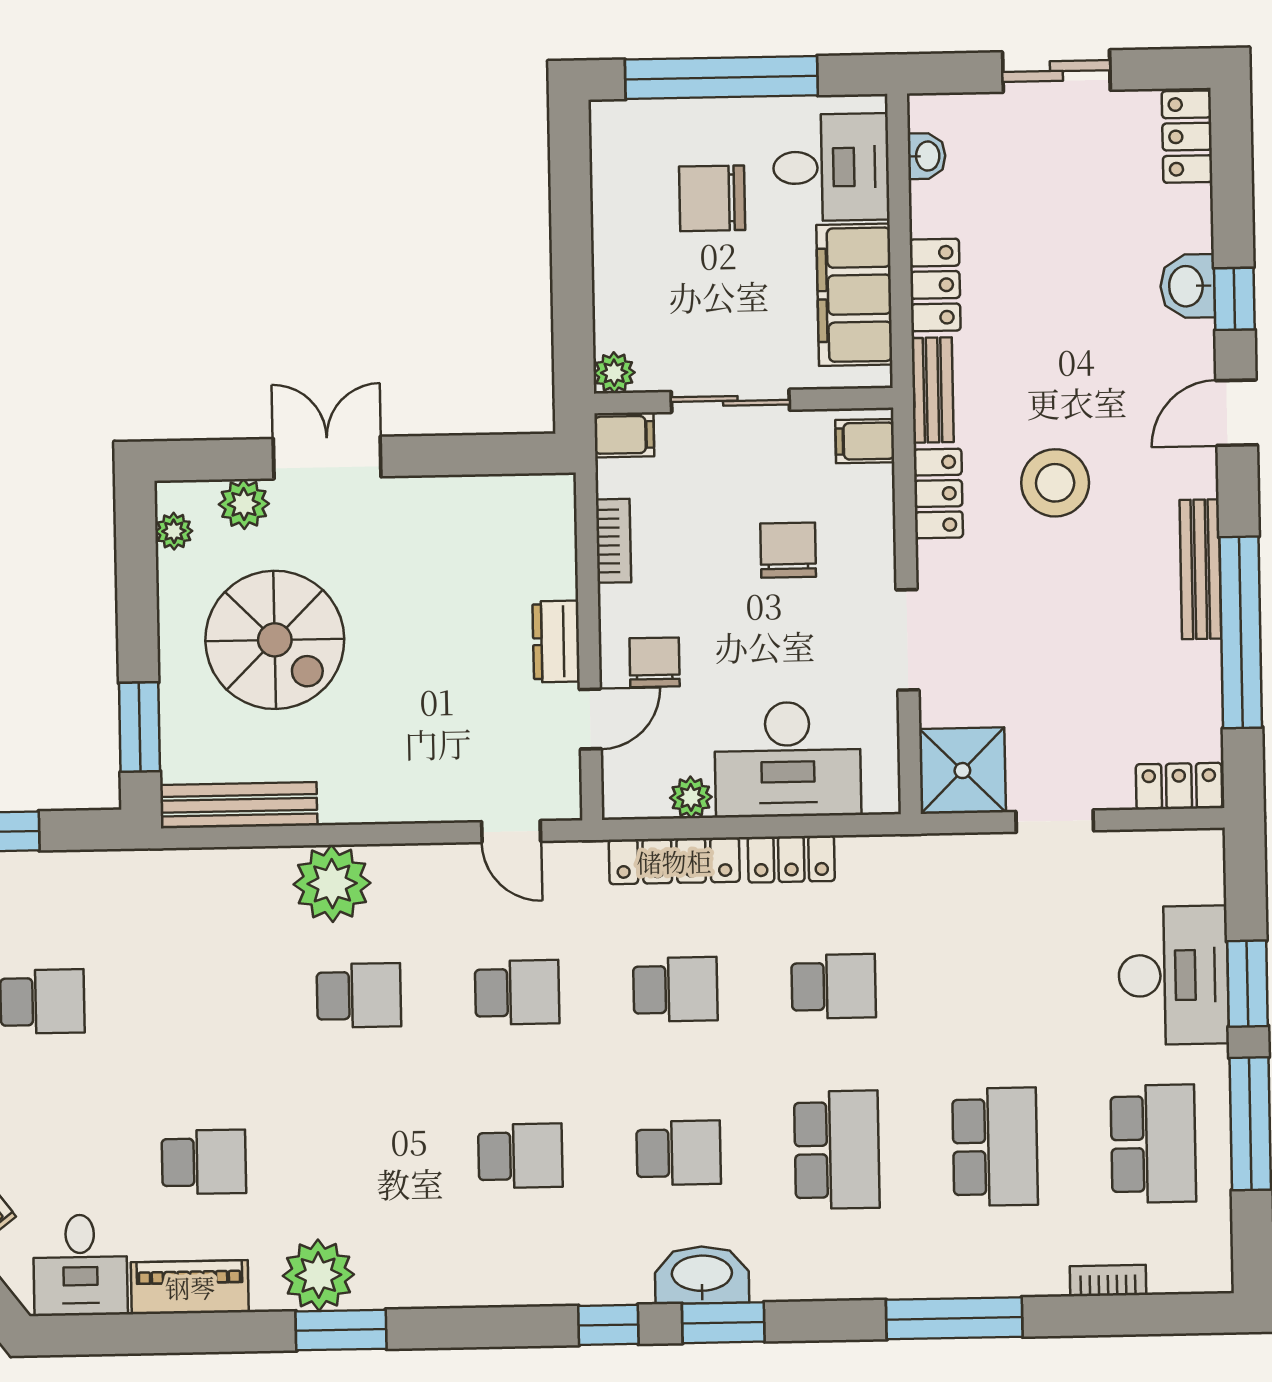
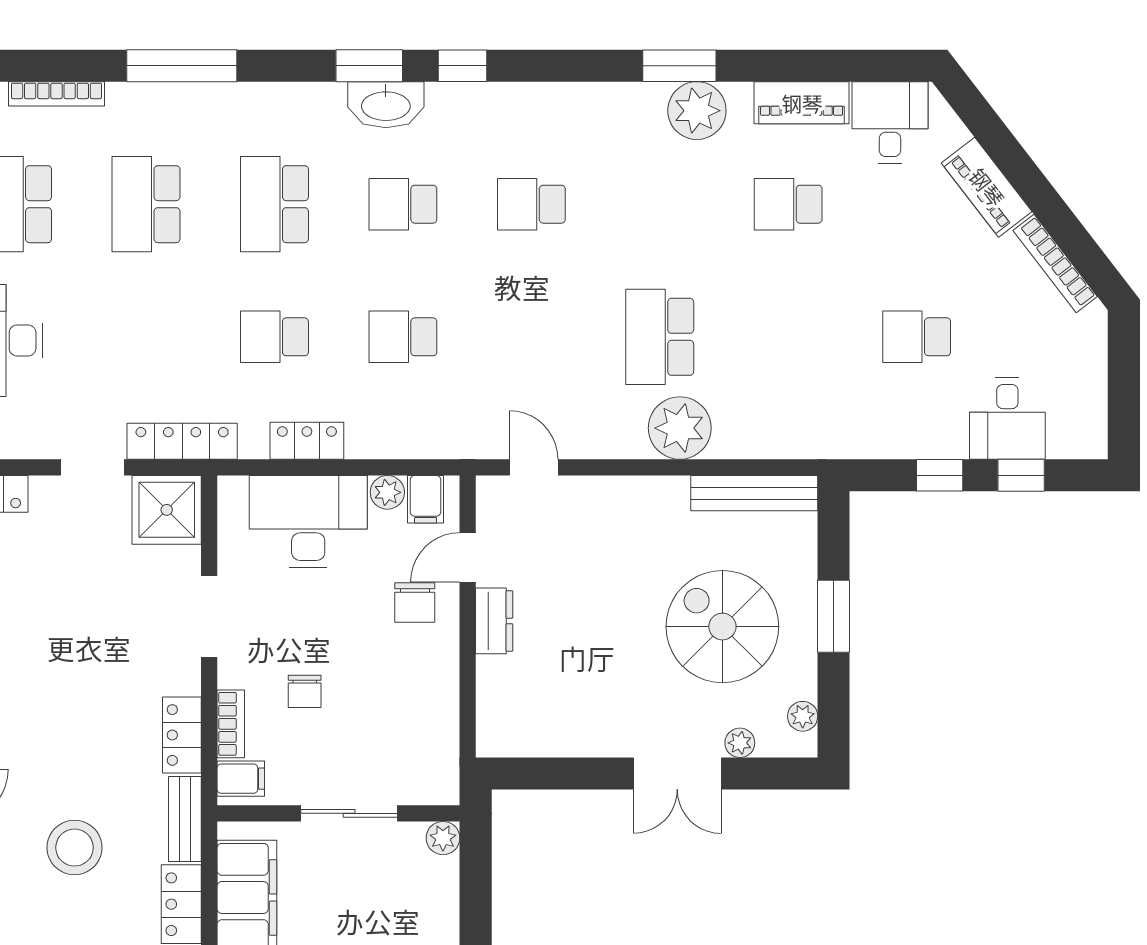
filing cabinet: (624, 435) -> (426, 499), moved, turned -90
stool: (1055, 483) -> (75, 848), moved
plant: (244, 504) -> (740, 743), width x0.73, depth x0.73
bookcase: (613, 541) -> (231, 724), moved, turned 180
chair: (788, 550) -> (305, 691), width x0.73, depth x0.73
window: (139, 727) -> (834, 616), moved
locker: (674, 861) -> (182, 441), moved
school desk: (517, 992) -> (531, 337), removed
school desk: (359, 995) -> (660, 337), width x1.85
bookcase: (1108, 1281) -> (56, 94), width x1.56

